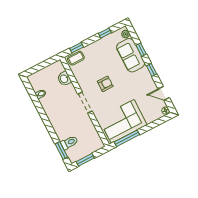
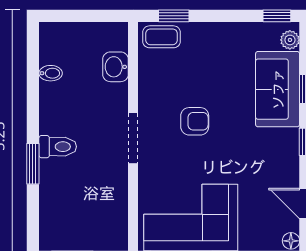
window: (105, 33) -> (277, 16), moved
toilet: (69, 143) -> (58, 147), moved
window: (61, 151) -> (33, 164), moved

